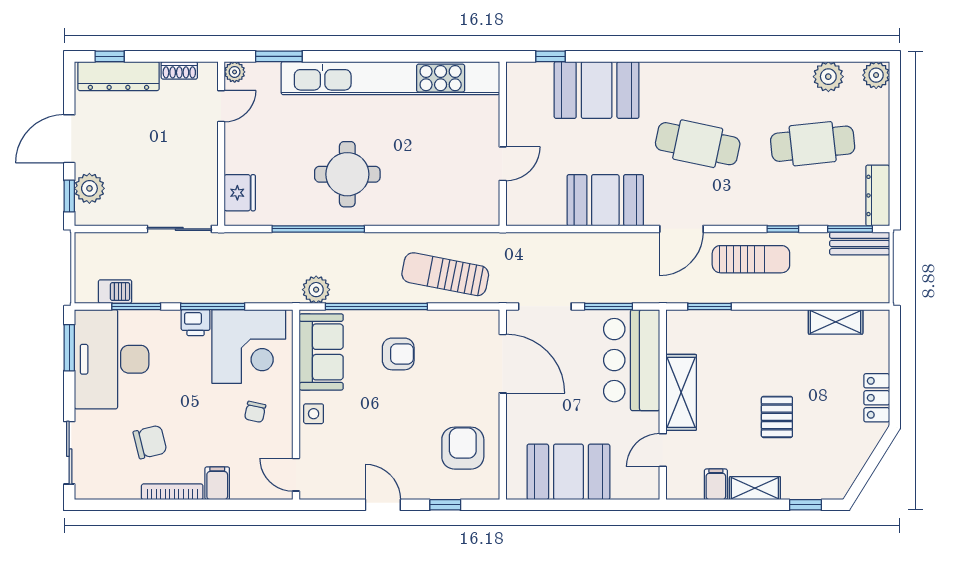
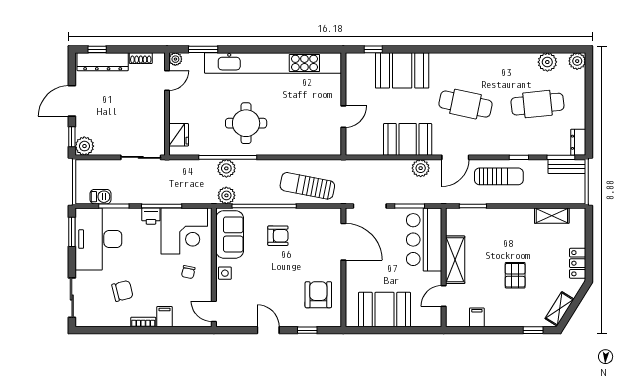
plant: (89, 188) -> (84, 146), moved
dresser: (878, 195) -> (578, 142), width x0.70
plant: (316, 246) -> (226, 168), added
plant: (626, 246) -> (421, 168), added
shelving: (755, 488) -> (560, 309), moved, turned -58
bookcase: (172, 492) -> (143, 322), width x0.64

